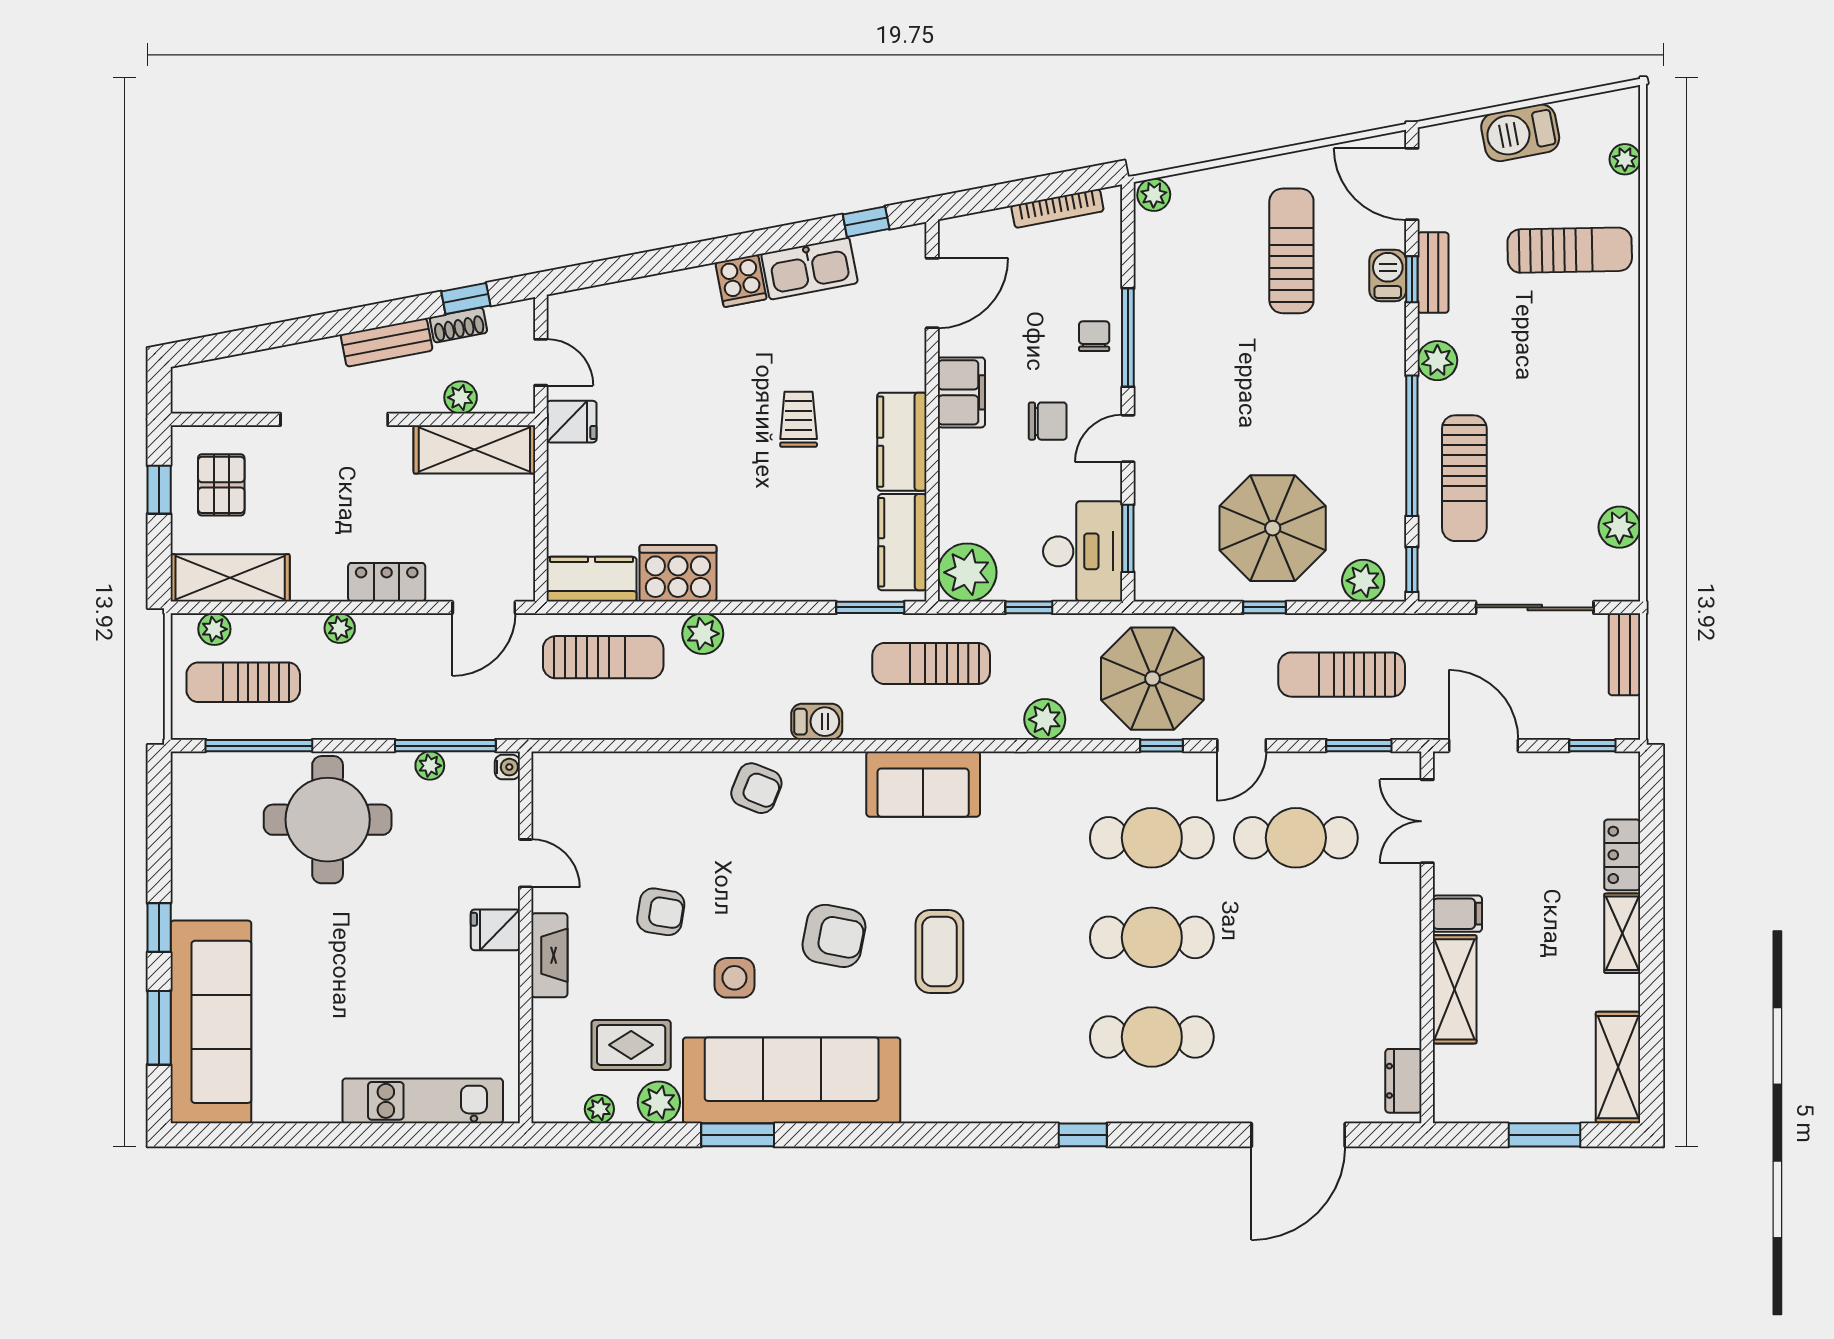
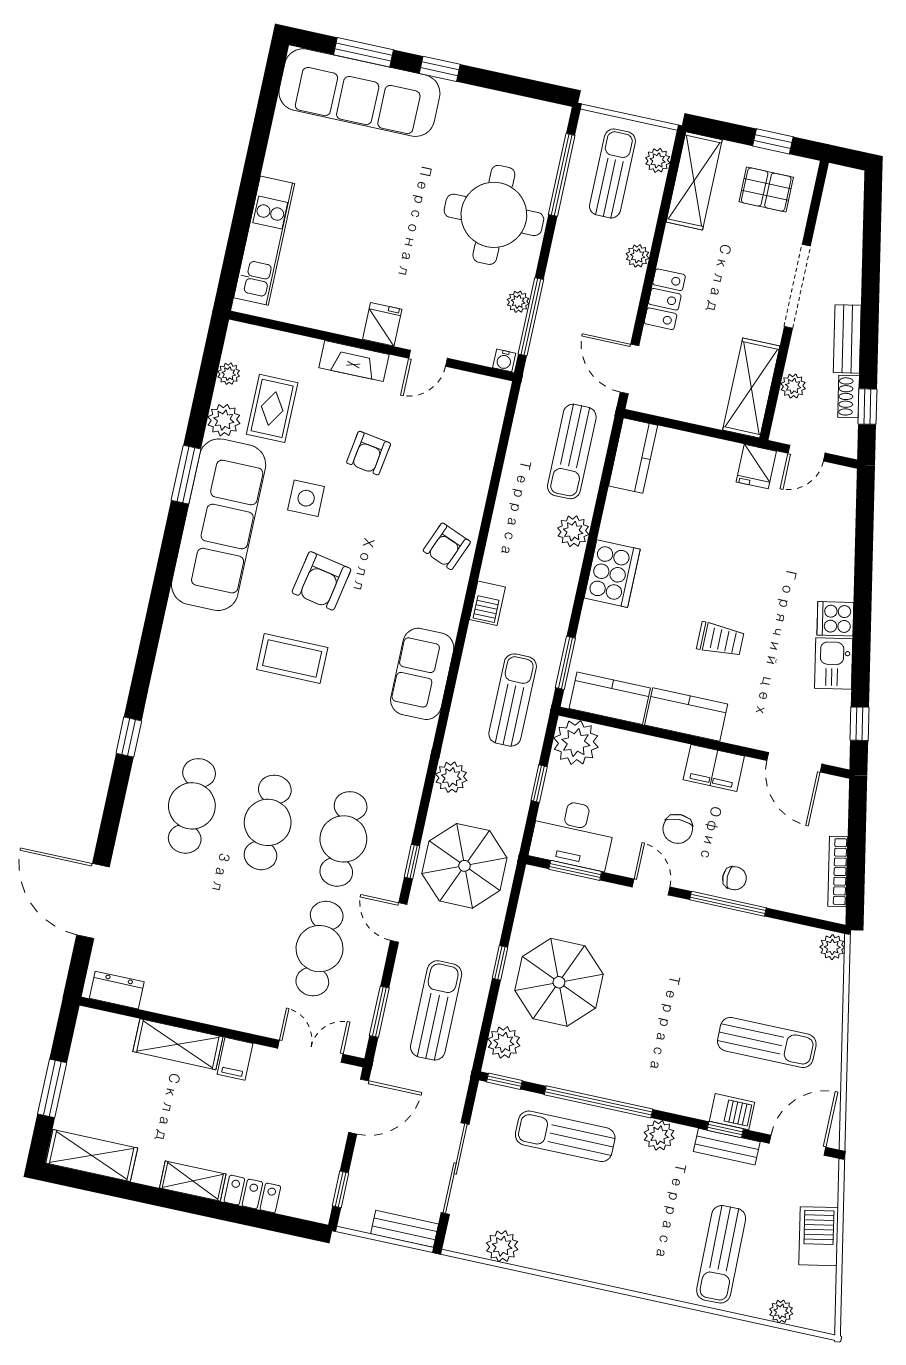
kitchen sink: (809, 268) -> (834, 663), width x0.73
cooker: (678, 573) -> (612, 574), moved

